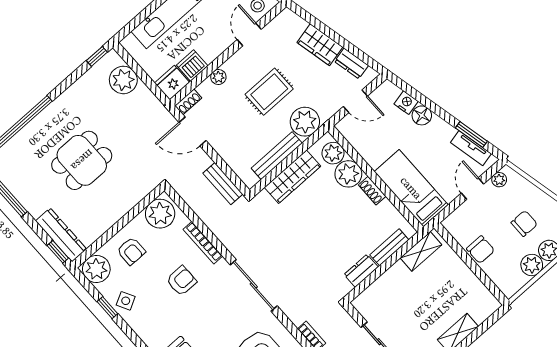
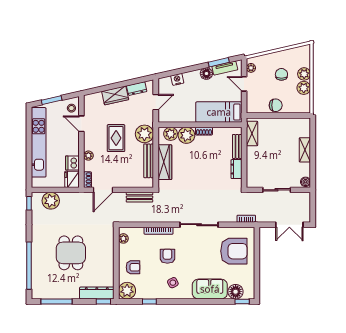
floor lamp: (422, 115) -> (206, 74), moved
plant: (160, 214) -> (123, 238), width x0.53, depth x0.53
side table: (126, 301) -> (173, 283), moved

